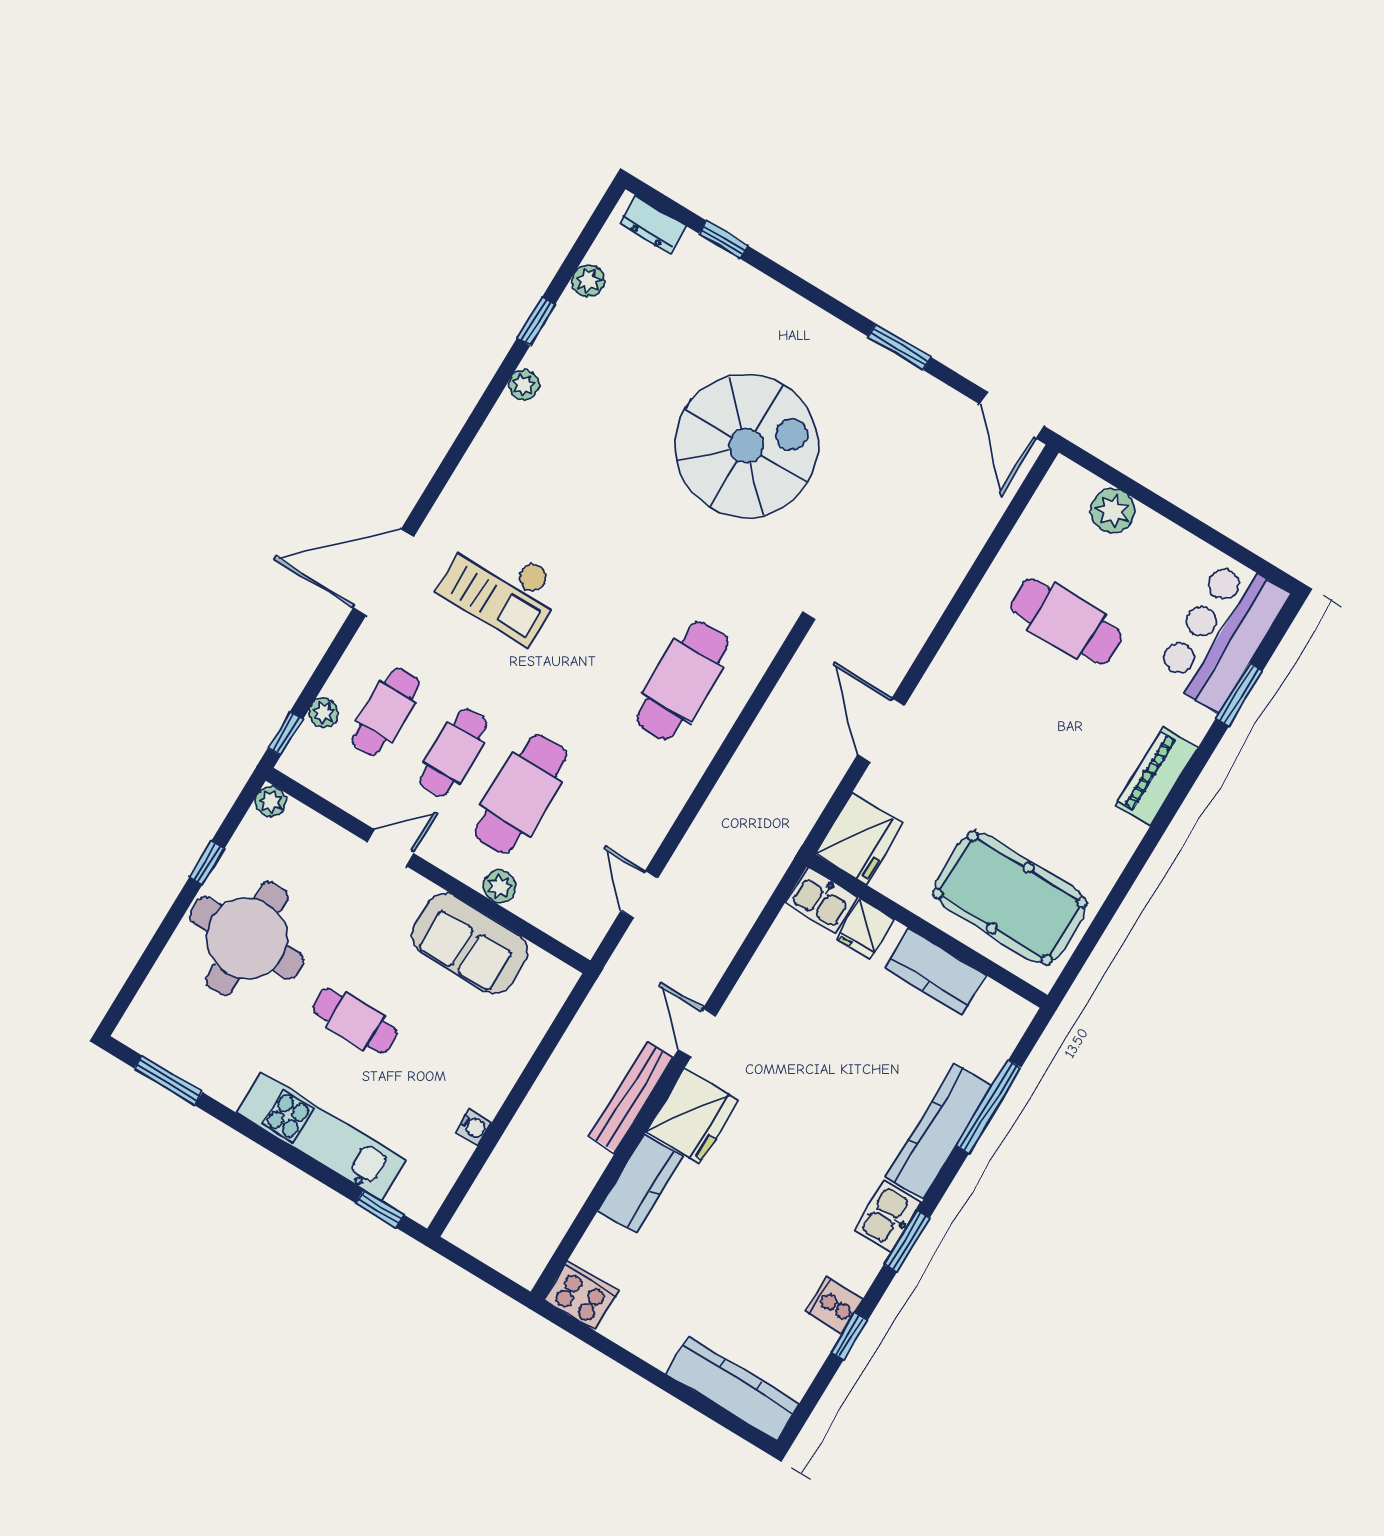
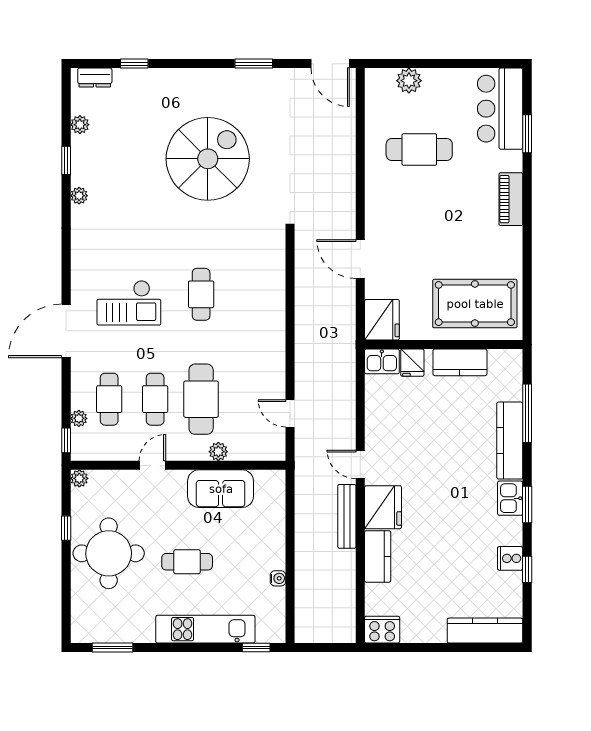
cafe table: (683, 680) -> (201, 294), moved, width x0.73, depth x0.74

